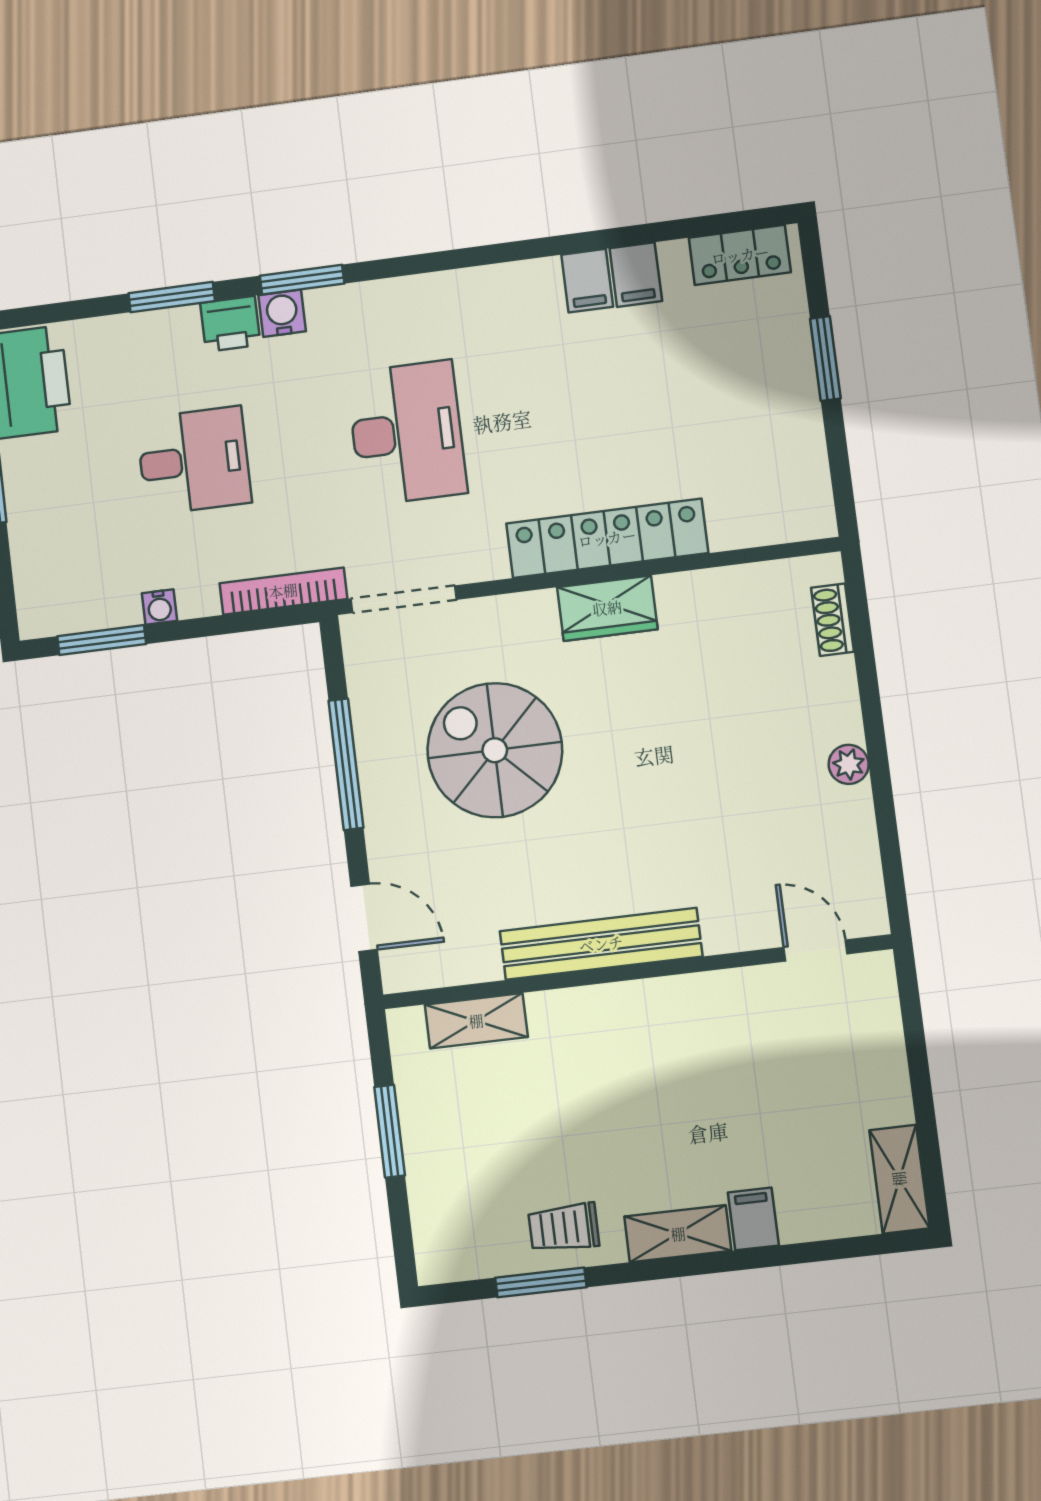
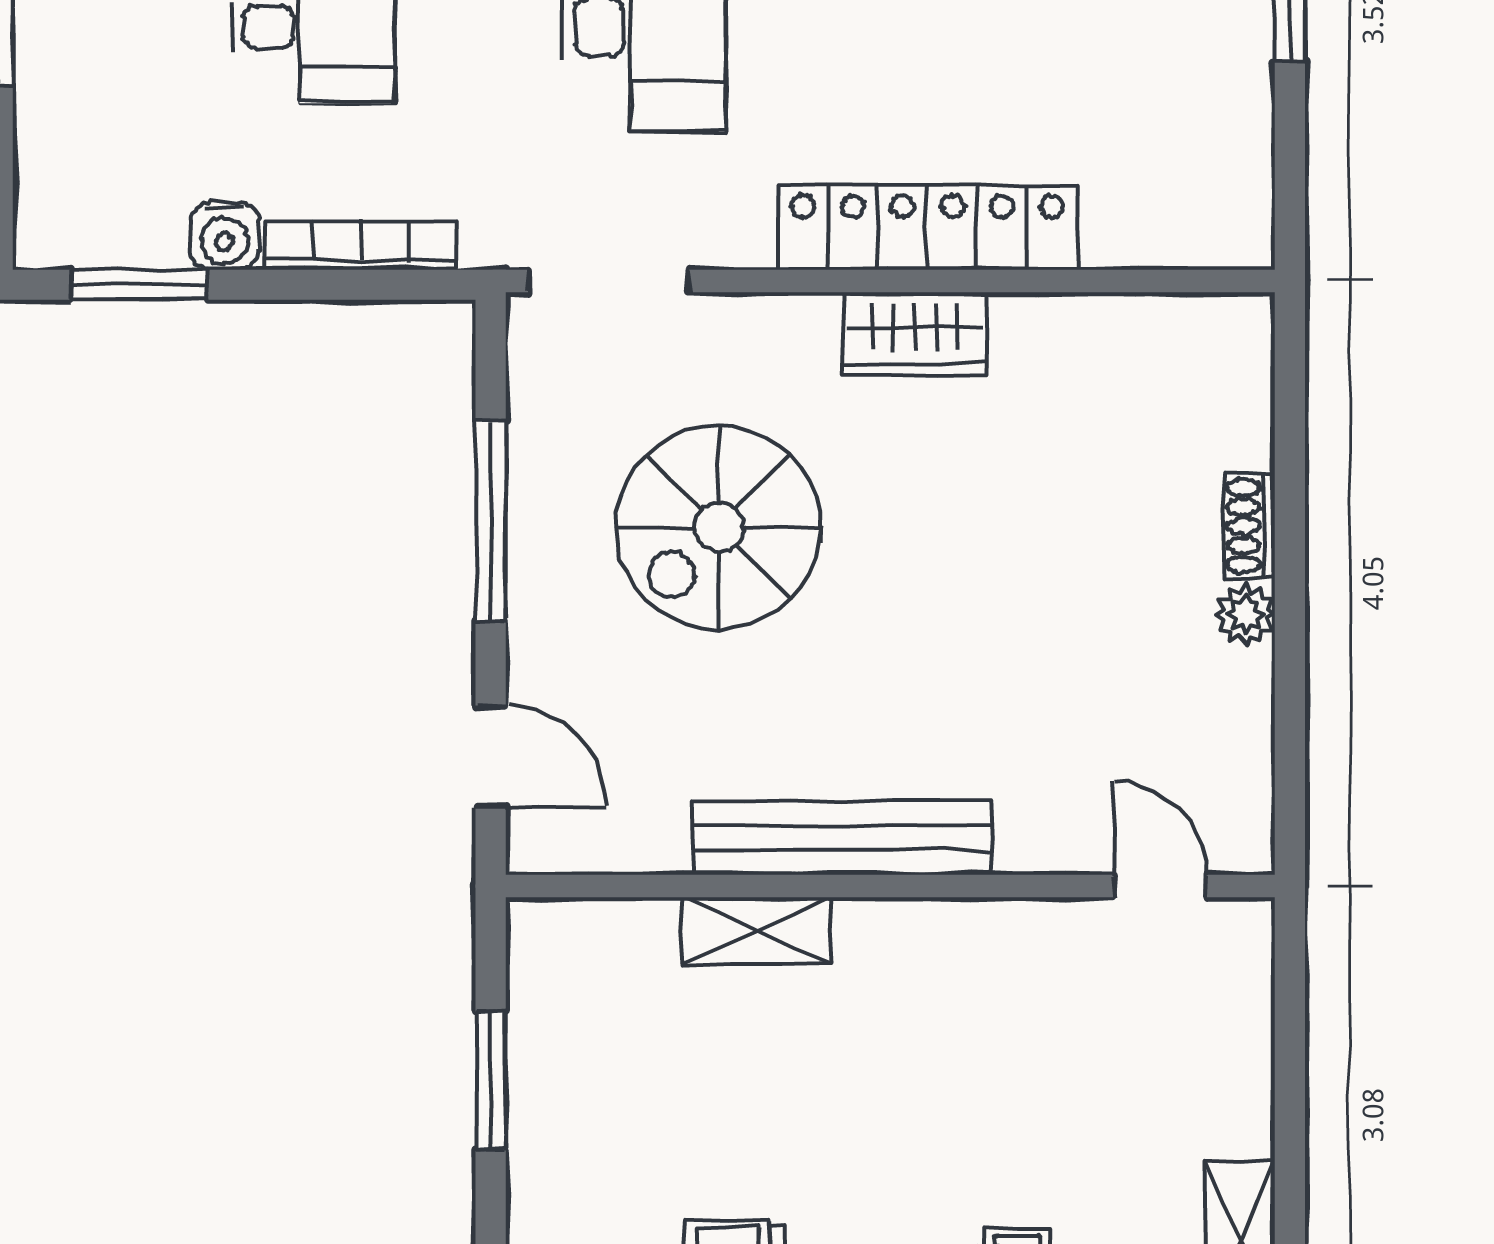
bookcase: (283, 591) -> (361, 245), moved
water cooler: (159, 607) -> (225, 236), width x1.38, depth x1.38
shoe rack: (833, 620) -> (1249, 526), moved
spiral stairs: (495, 750) -> (719, 527), turned -90
shelving: (476, 1021) -> (757, 931), moved

